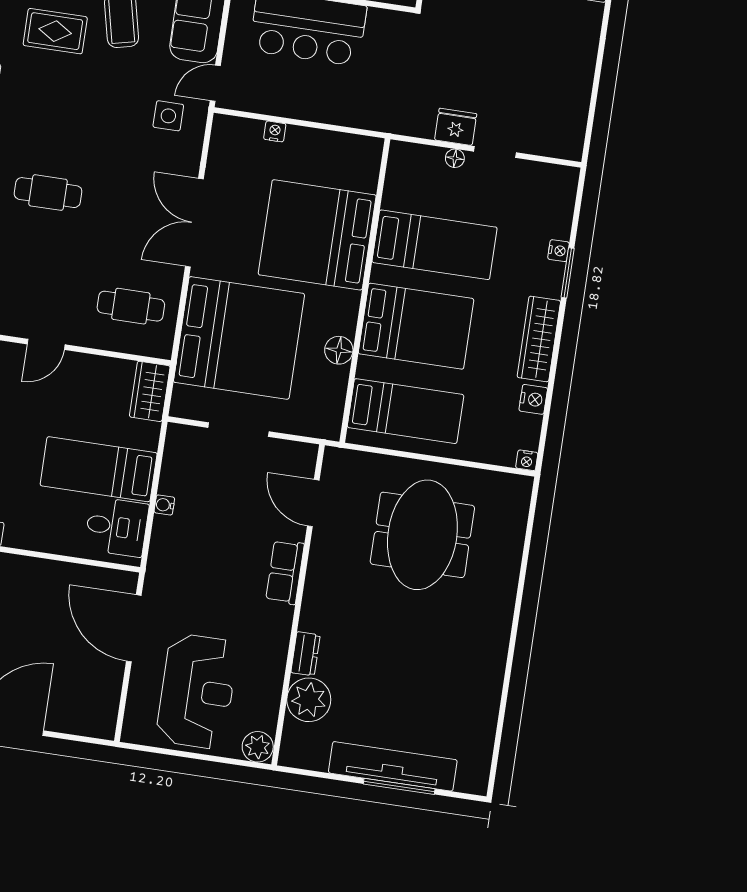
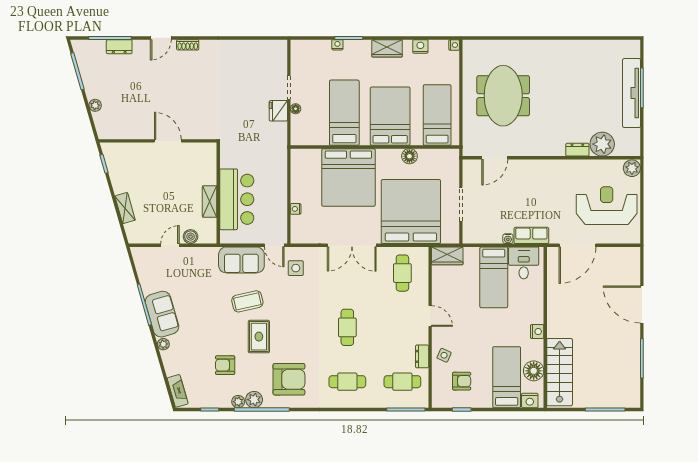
wardrobe: (539, 339) -> (387, 48), width x0.67
meeting table: (422, 535) -> (503, 96), turned 90
row of seats: (285, 572) -> (531, 235), moved, turned 180

